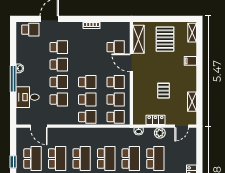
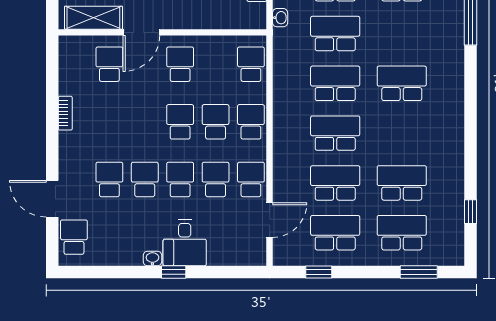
window: (13, 79) -> (174, 272), width x0.46
desk: (28, 97) -> (185, 243), moved
school desk: (116, 99) -> (251, 179), moved
window: (13, 162) -> (319, 272), moved

